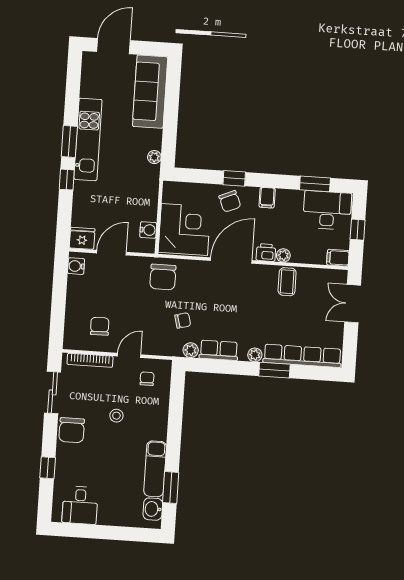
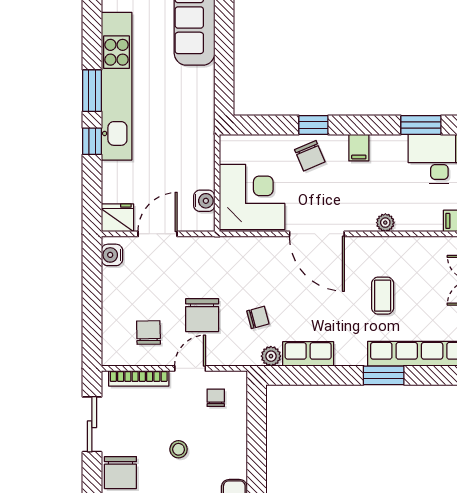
kitchen unit: (88, 139) -> (117, 86), width x1.36
plant: (154, 157) -> (206, 104), removed
printer: (266, 253) -> (362, 220), removed
door: (231, 261) -> (317, 234), swing flipped
chair: (163, 277) -> (202, 315), moved
coffee table: (287, 282) -> (383, 296), moved
plant: (255, 355) -> (356, 357), removed

